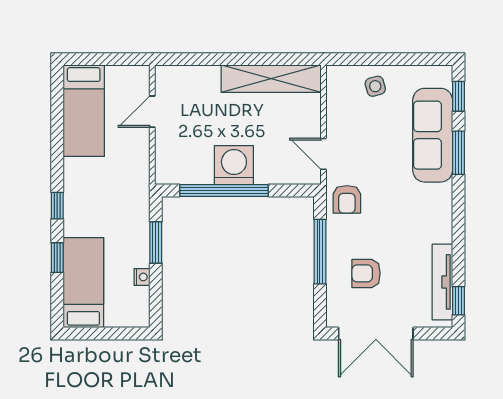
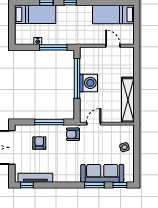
window: (156, 243) -> (53, 47), width x1.44

